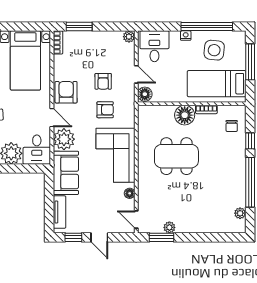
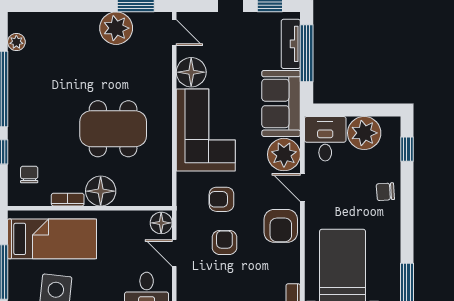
floor lamp: (130, 193) -> (191, 72), width x1.89, depth x1.89
window: (49, 206) -> (307, 53), added
plant: (169, 227) -> (116, 28), width x1.87, depth x1.87

